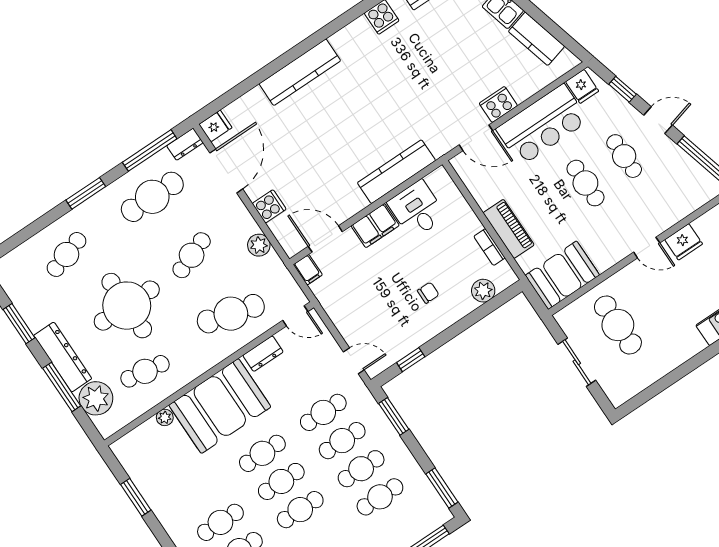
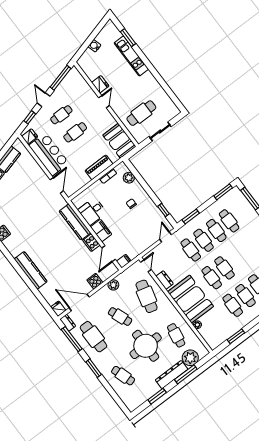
cooker: (498, 104) -> (91, 243), moved
cafe table: (300, 510) -> (233, 305), moved

